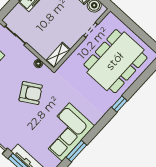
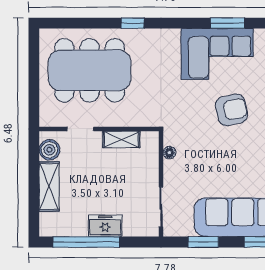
shelving: (58, 55) -> (121, 139), moved
armchair: (31, 93) -> (232, 110), moved, turned 109

